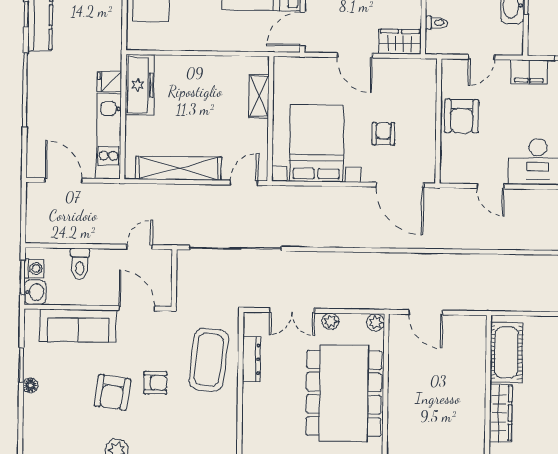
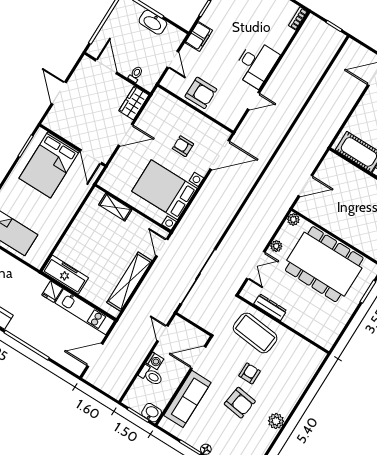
washing machine: (34, 269) -> (155, 361), moved, turned 90

